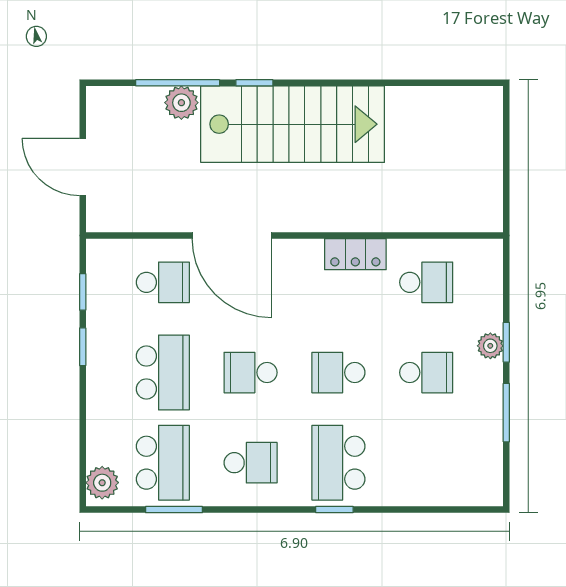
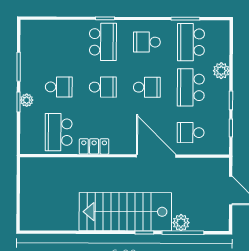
school desk: (426, 282) -> (59, 132), width x1.85
school desk: (426, 373) -> (59, 87), turned 180
plant: (102, 483) -> (221, 71), moved

